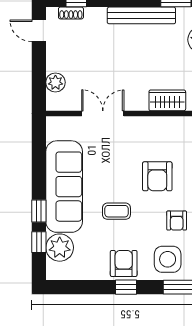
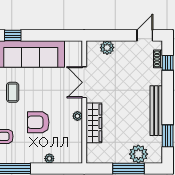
wardrobe: (167, 100) -> (94, 123), width x1.50
double door: (103, 114) -> (84, 82), swing flipped
plant: (149, 123) -> (77, 116), added

